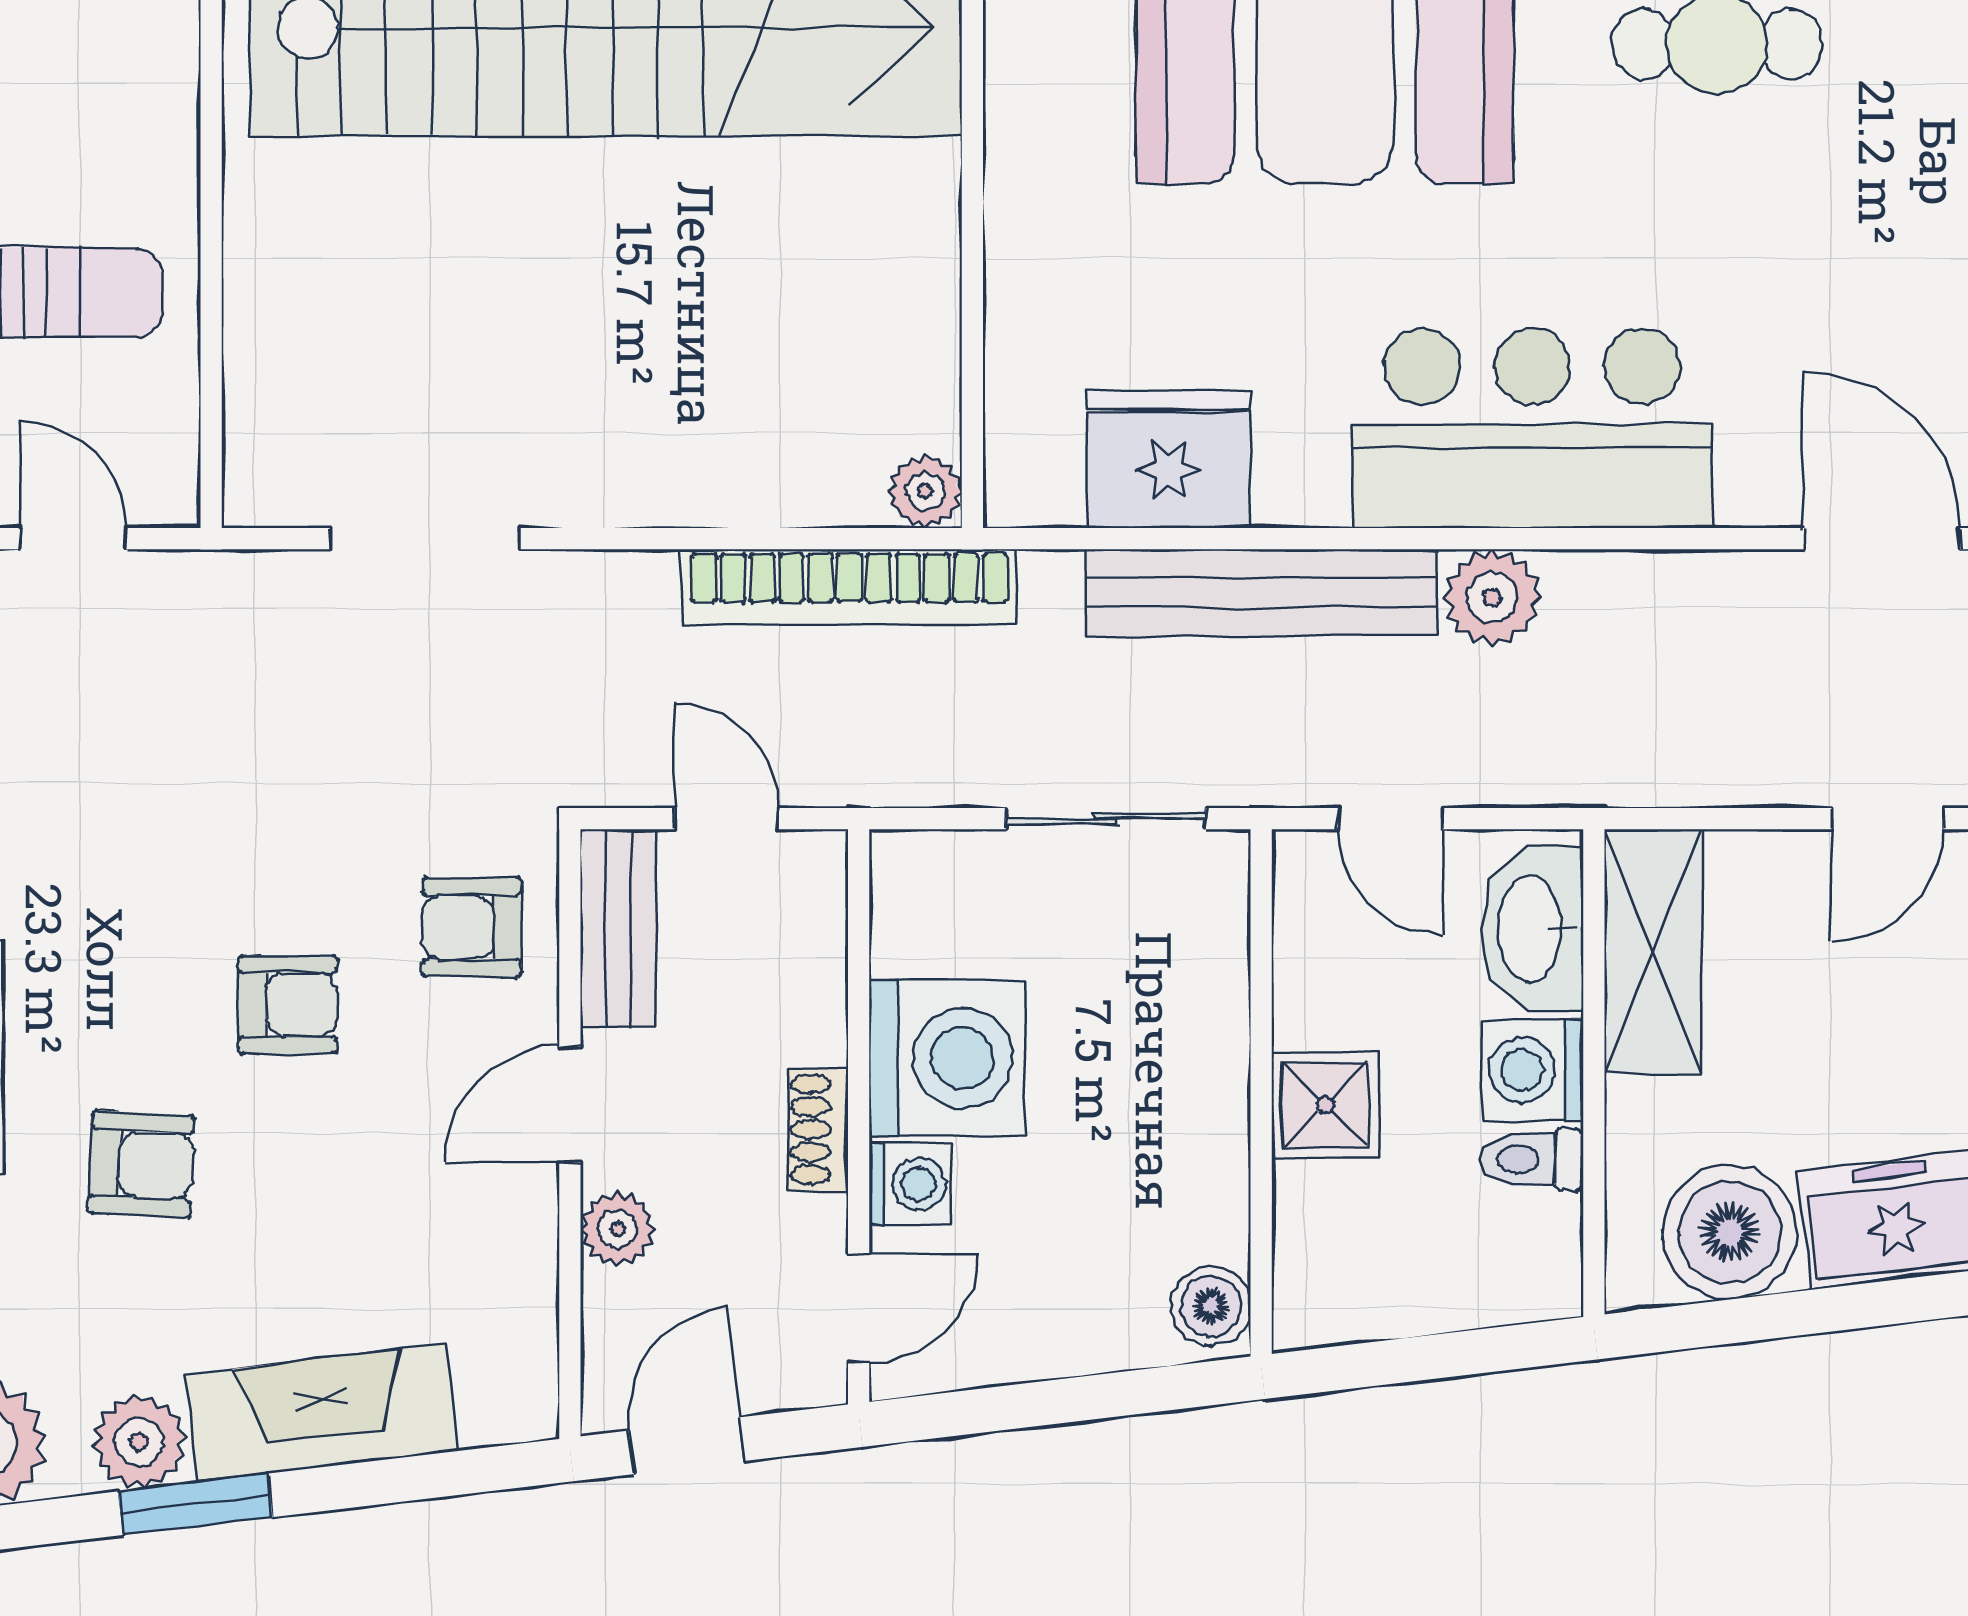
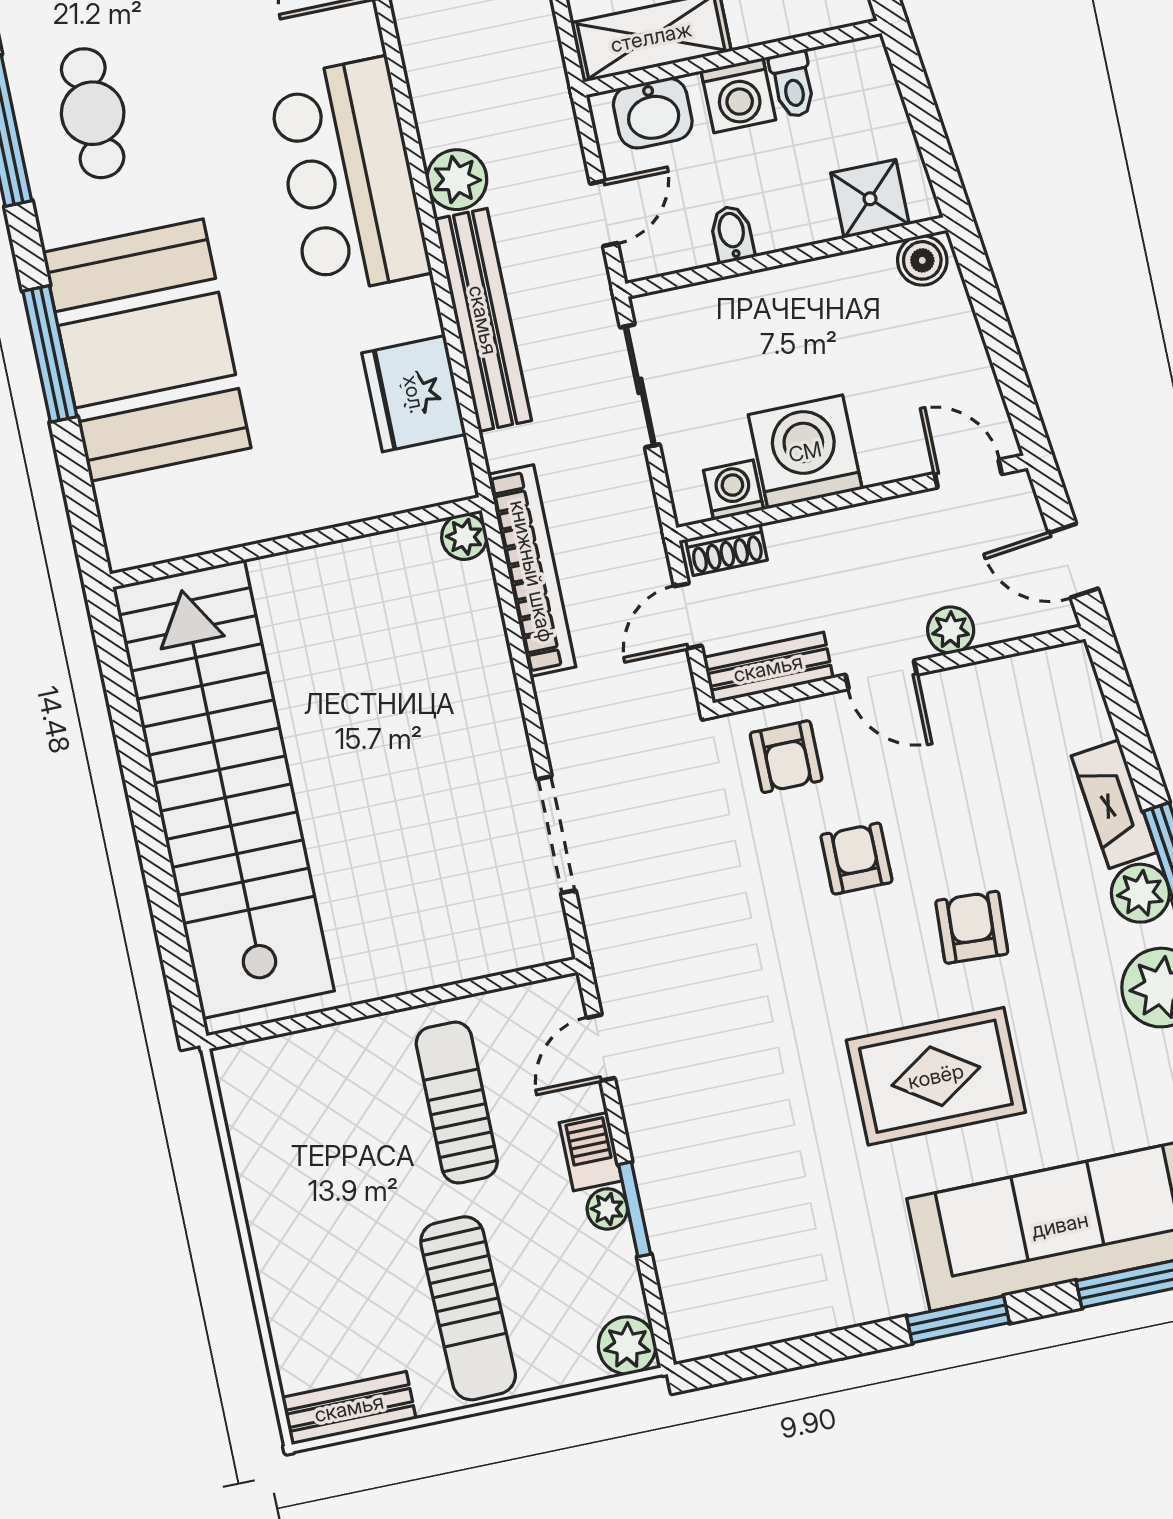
washbasin: (1533, 929) -> (653, 113), width x0.72
bidet: (1316, 1014) -> (732, 234), added
shower: (1325, 1105) -> (870, 199), moved
shoe rack: (818, 1129) -> (726, 550), moved
washing machine: (910, 1184) -> (733, 490), moved
fireplace: (322, 1413) -> (1114, 804), width x0.73, depth x0.76

